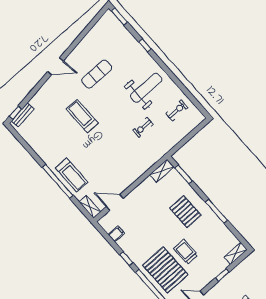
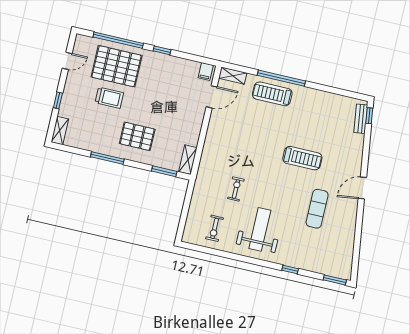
weight bench: (146, 88) -> (260, 229), turned 180
filing cabinet: (116, 234) -> (206, 71), moved

